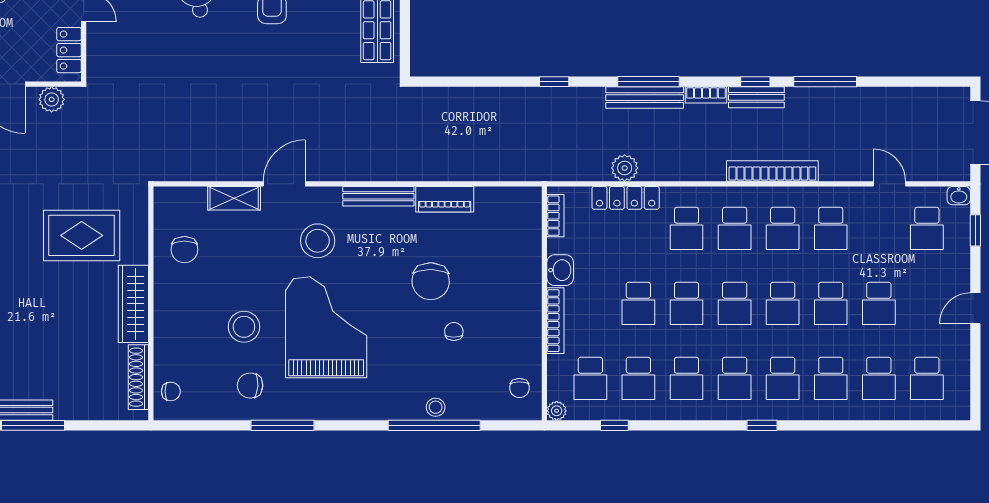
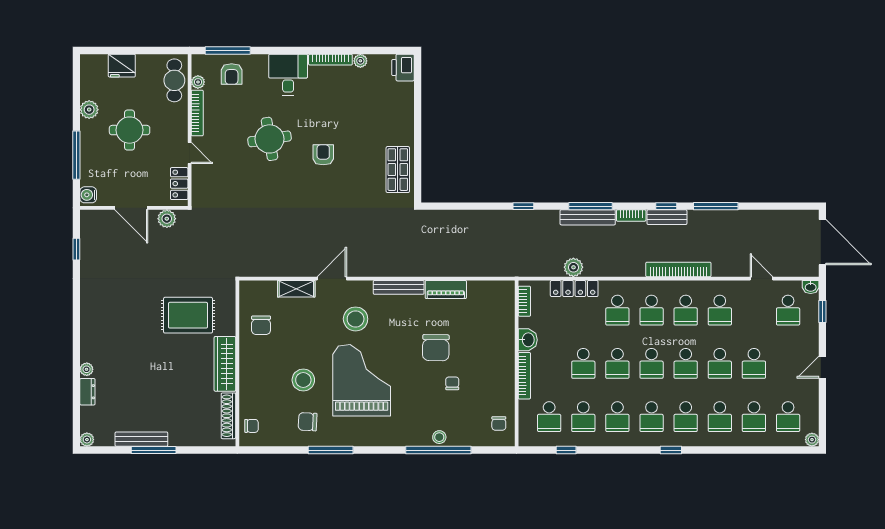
plant: (557, 411) -> (812, 440), moved

